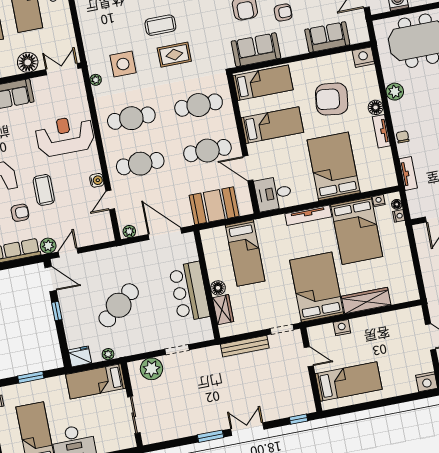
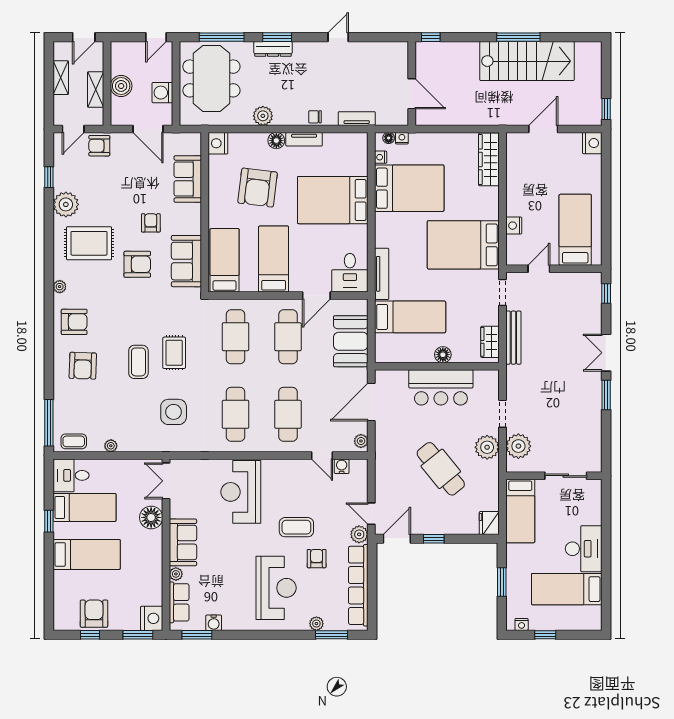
plant: (96, 80) -> (111, 446), moved
water cooler: (97, 180) -> (342, 466), moved
tv unit: (308, 215) -> (382, 274), moved
wardrobe: (366, 301) -> (489, 159), moved
wardrobe: (223, 310) -> (490, 342), moved, turned -90
plant: (108, 354) -> (487, 447), moved, width x1.87, depth x1.87

